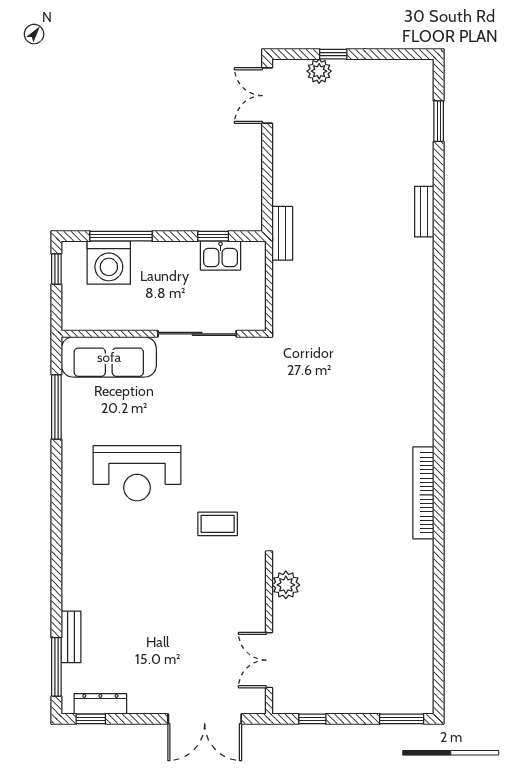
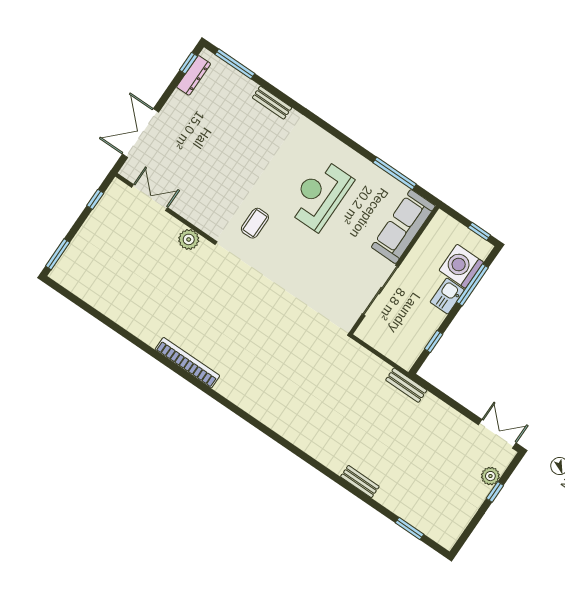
kitchen sink: (220, 255) -> (447, 296), moved
bench: (71, 637) -> (272, 103), moved

